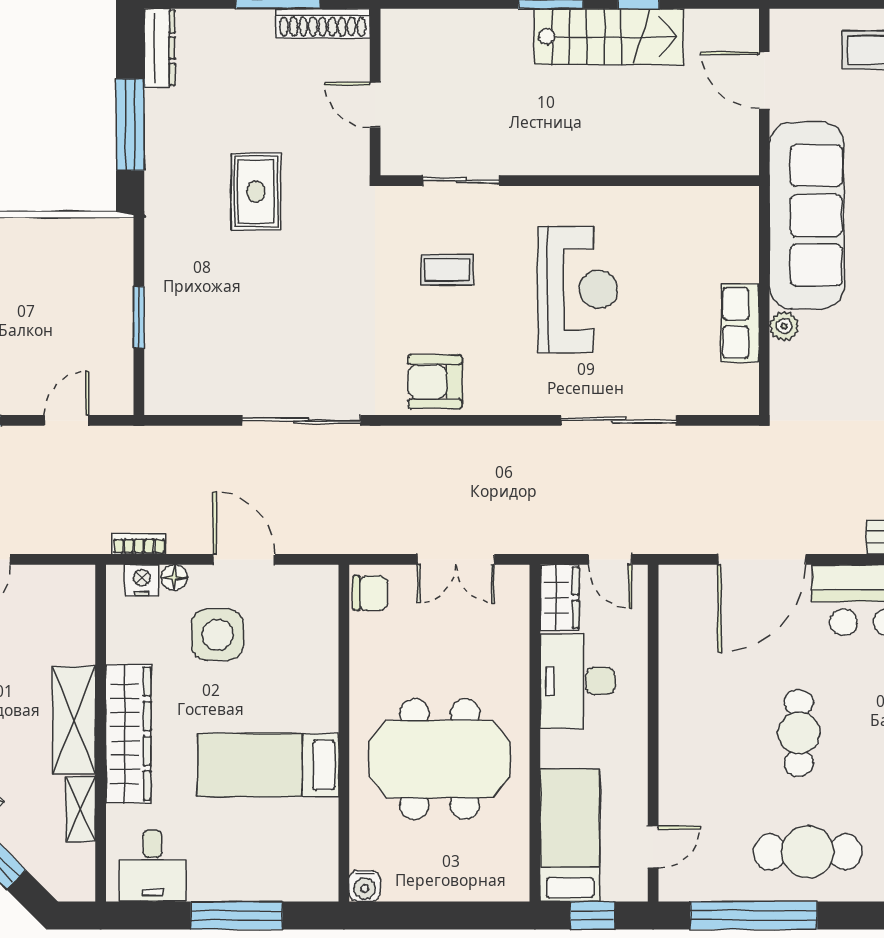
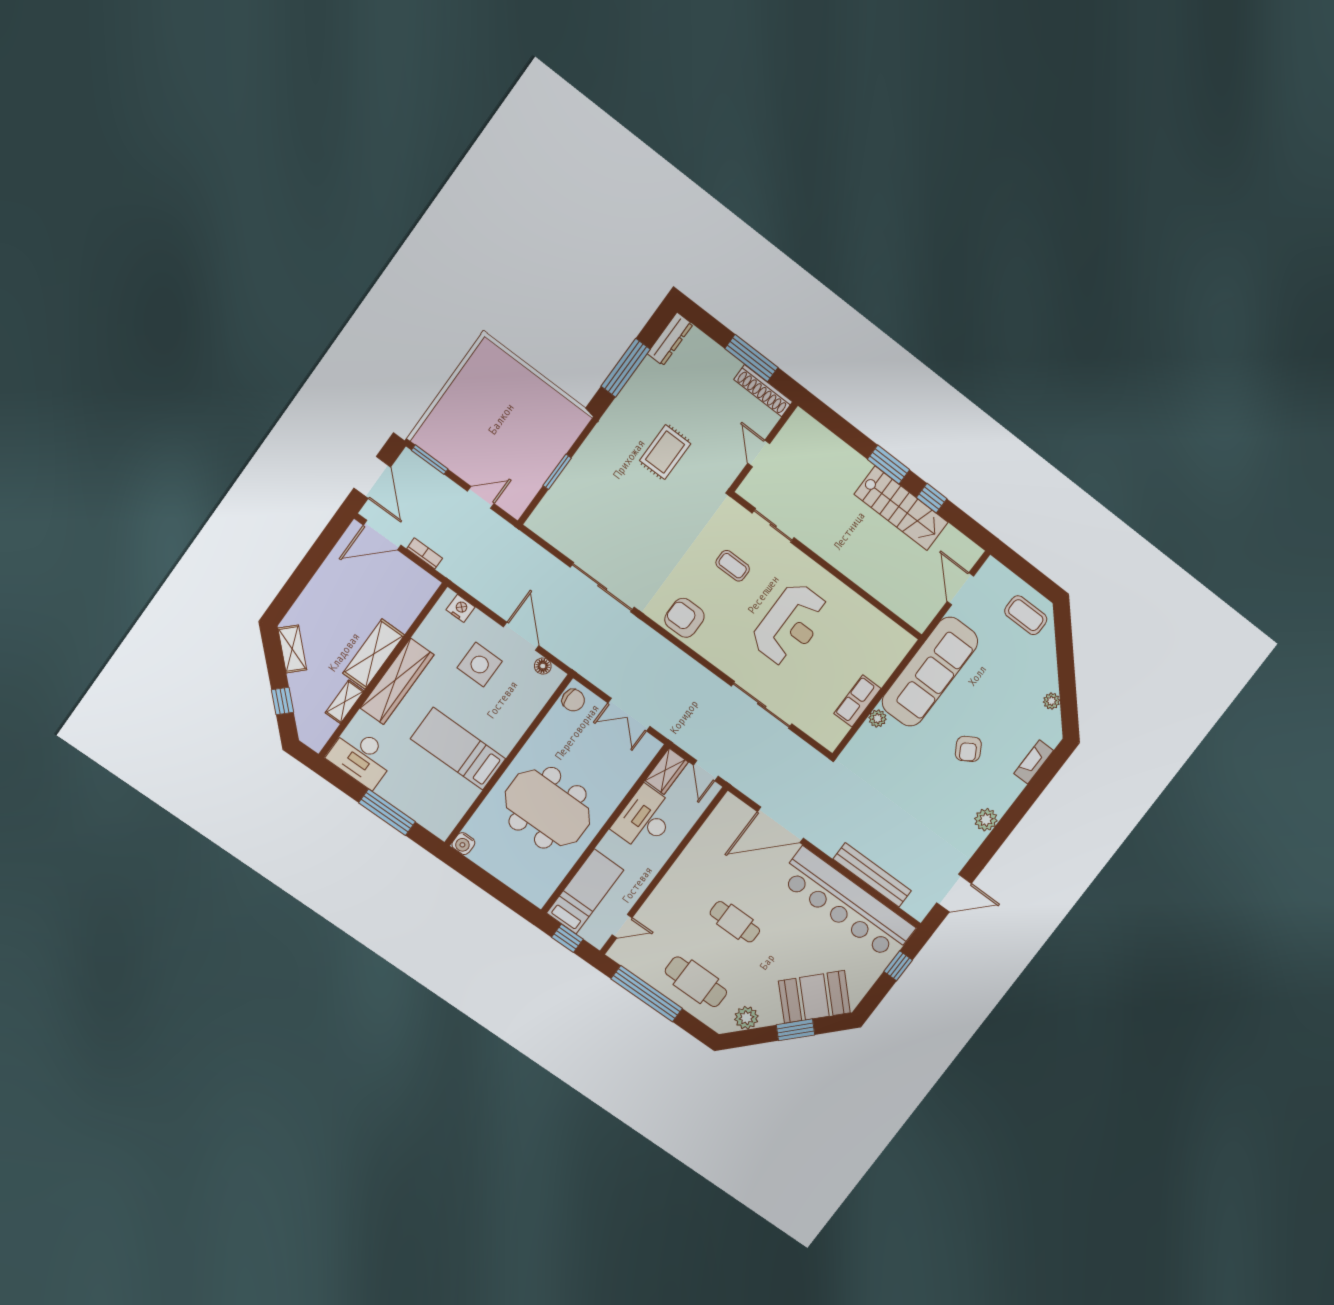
bookcase: (139, 543) -> (425, 553), moved
floor lamp: (174, 578) -> (543, 666), moved
cafe table: (799, 733) -> (735, 922), turned 90
desk: (153, 866) -> (361, 757), width x1.37

